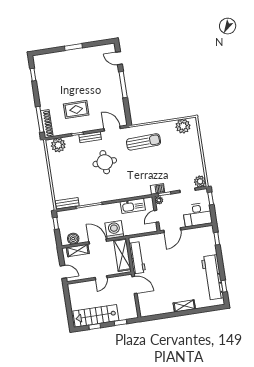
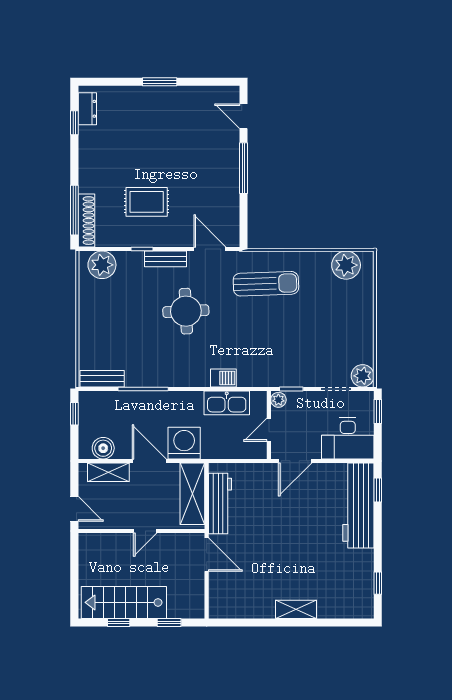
dresser: (39, 67) -> (87, 109), added
barbecue: (157, 189) -> (223, 378), moved
workbench: (213, 277) -> (358, 506), moved

